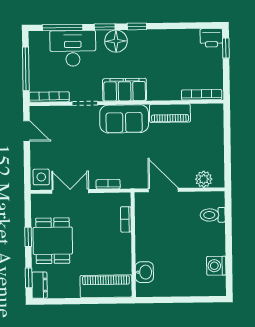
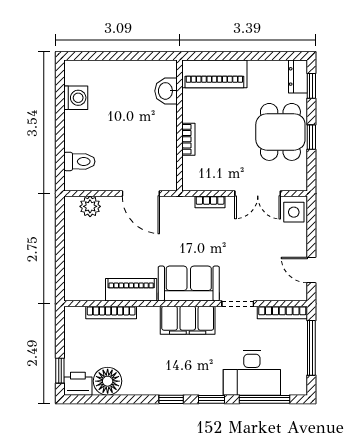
floor lamp: (116, 41) -> (108, 381), moved
bookcase: (202, 95) -> (111, 312), moved
bookcase: (126, 219) -> (188, 139), moved

